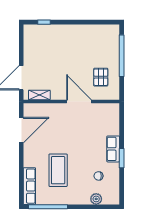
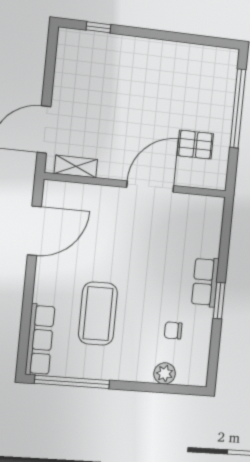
pallet: (101, 77) -> (195, 145), turned 90
door: (79, 102) -> (150, 186), hinge flipped

